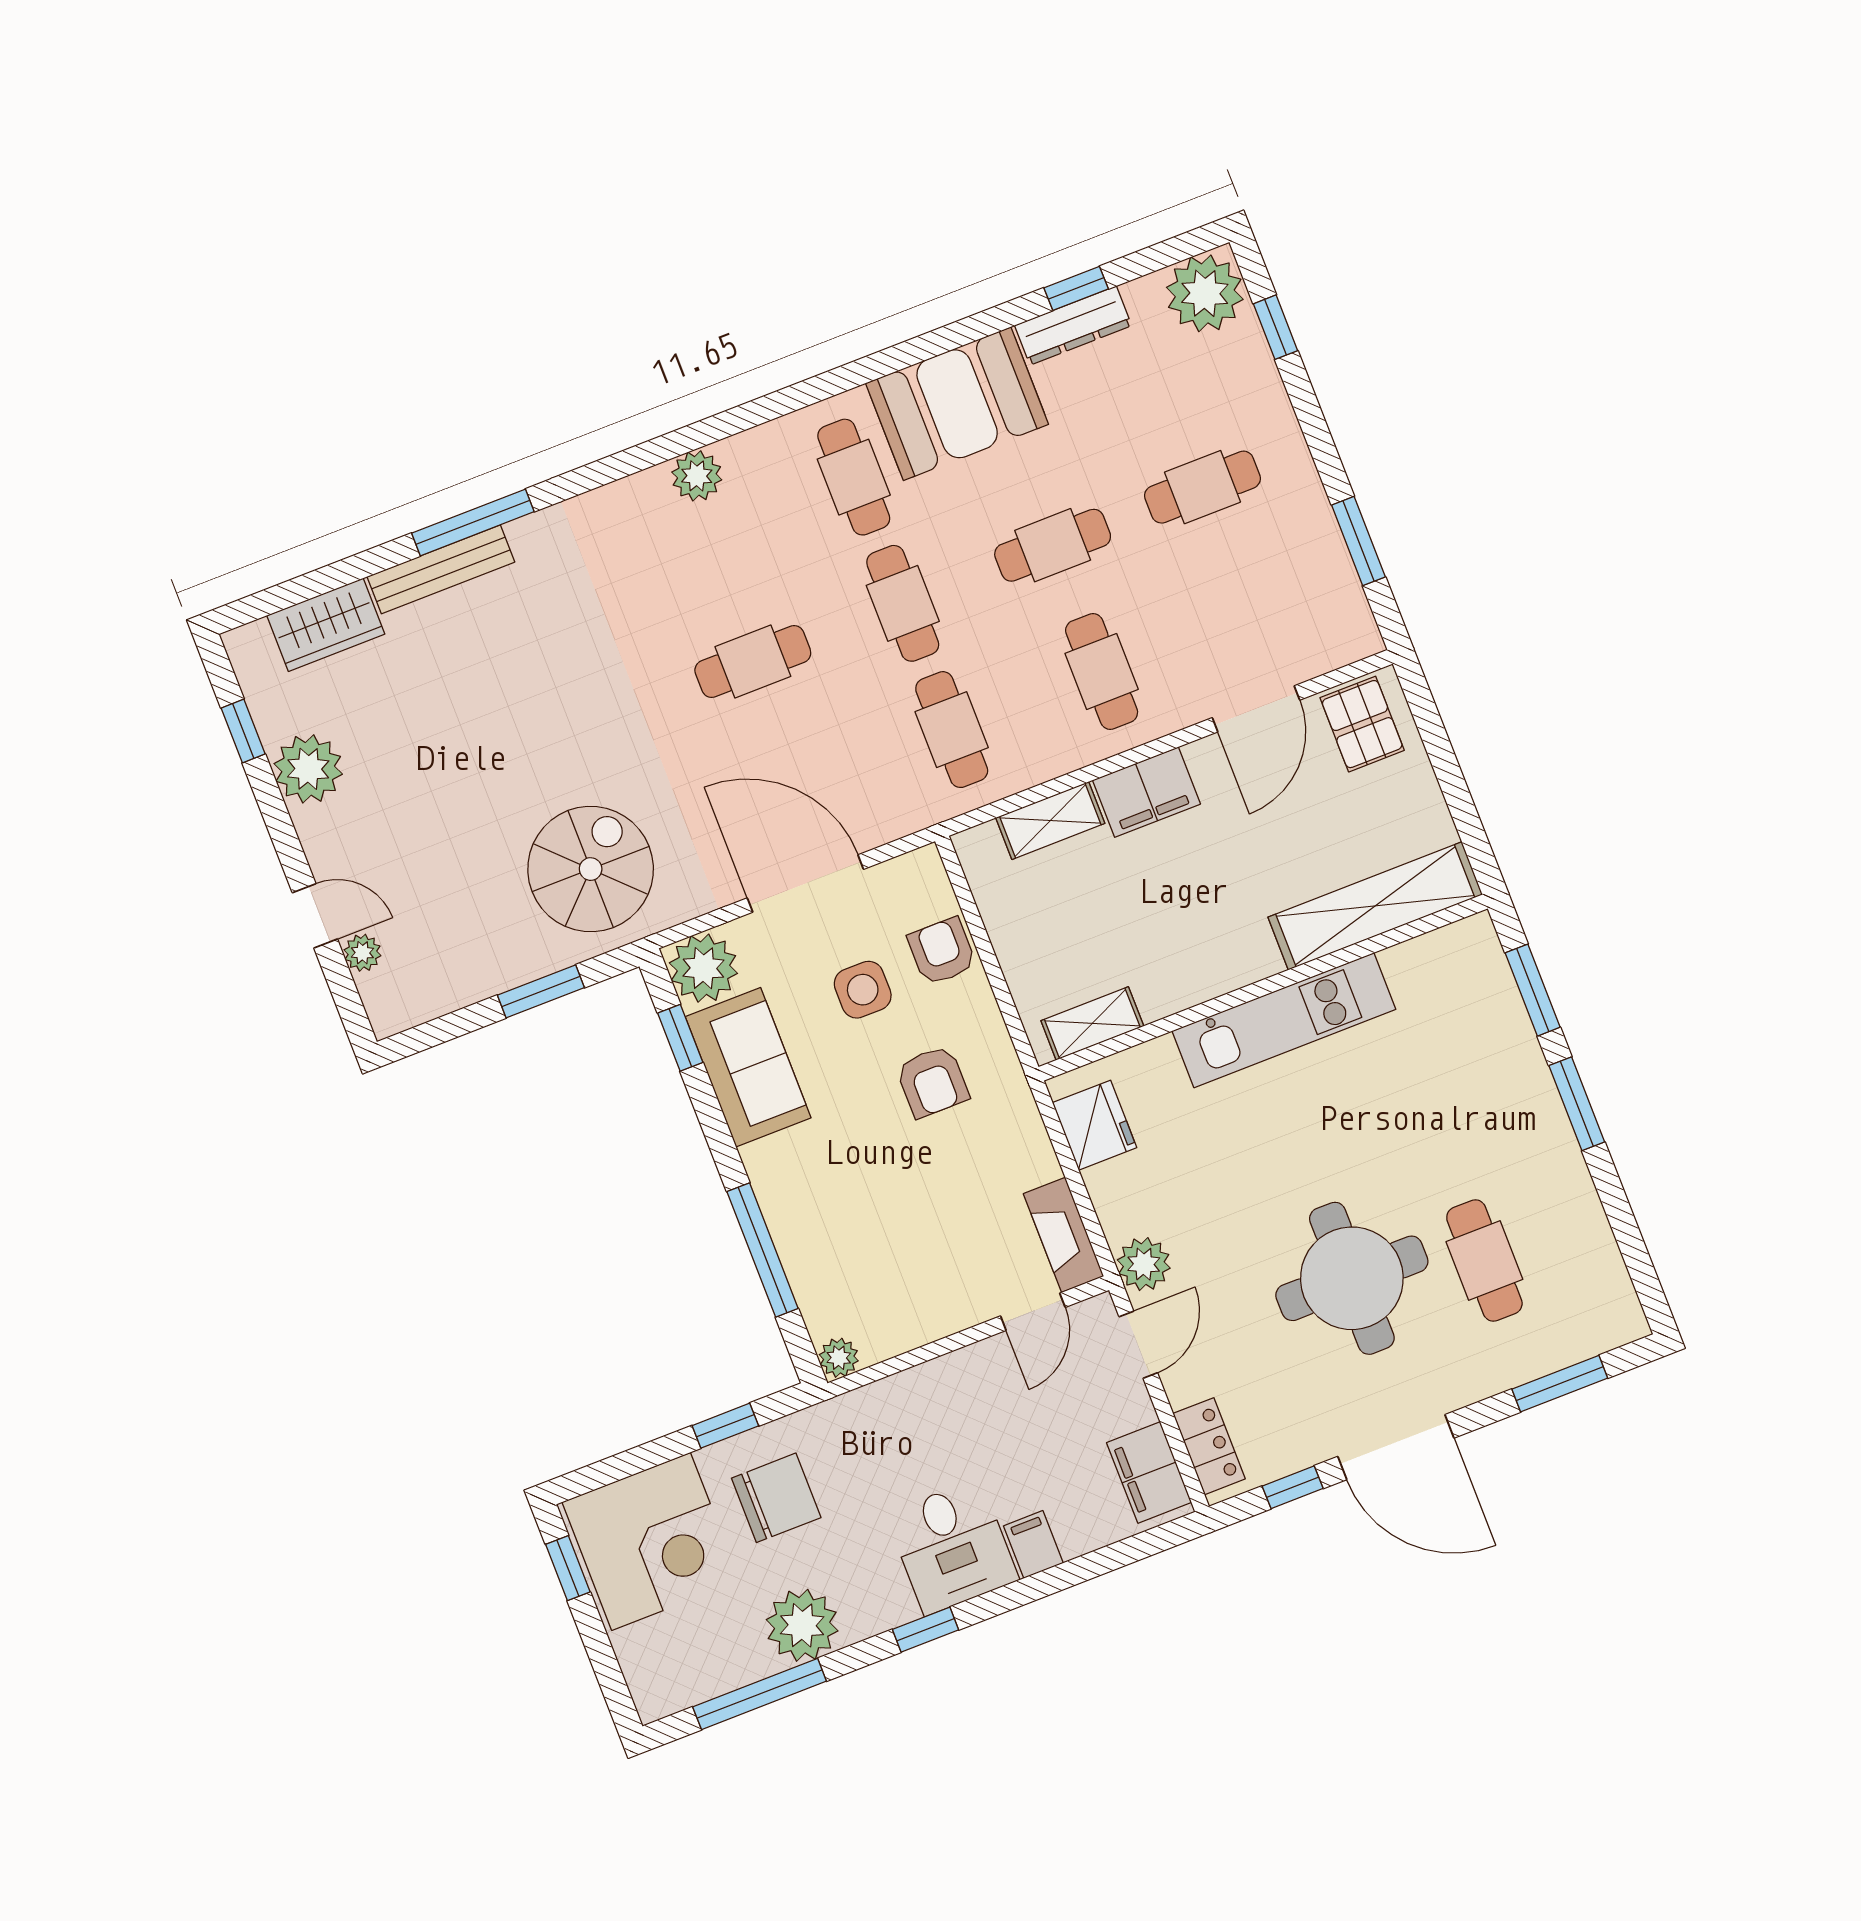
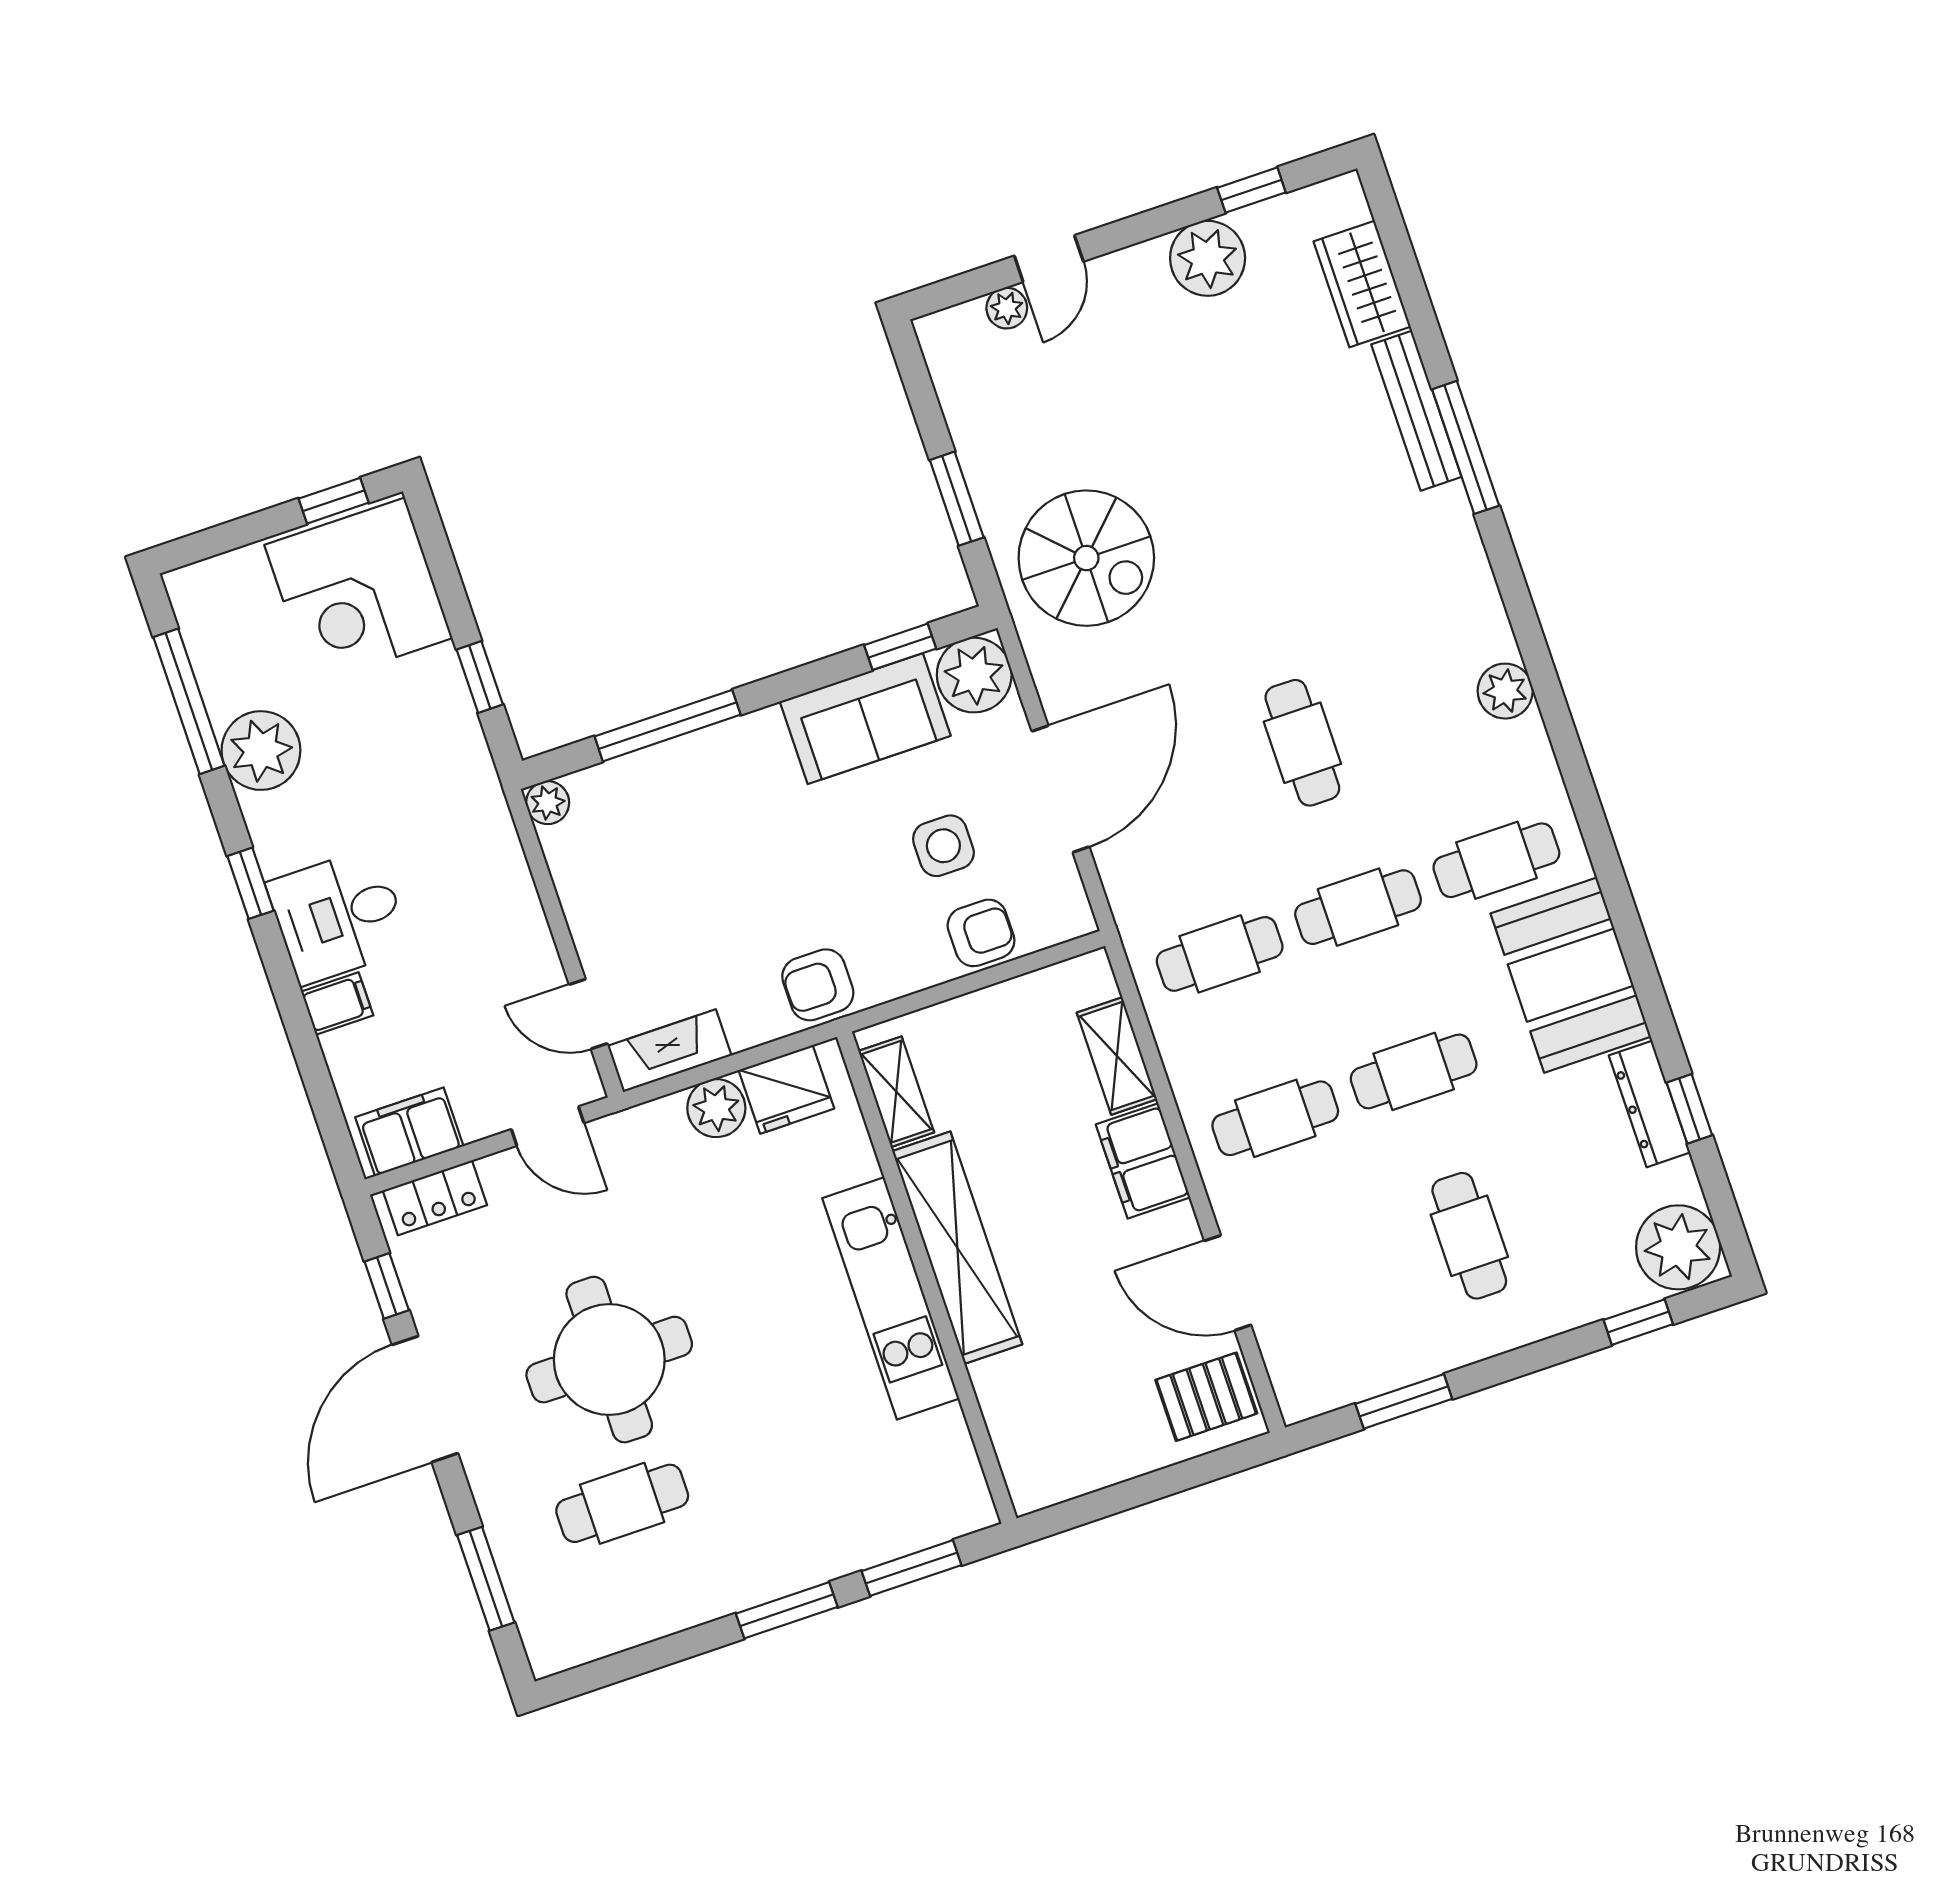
cafe table: (1053, 545) -> (1414, 1071), turned 90
shelving: (1375, 906) -> (957, 1248), moved
armchair: (932, 1082) -> (818, 985), moved
plant: (1144, 1264) -> (716, 1108), moved
chair: (776, 1498) -> (400, 729), removed

